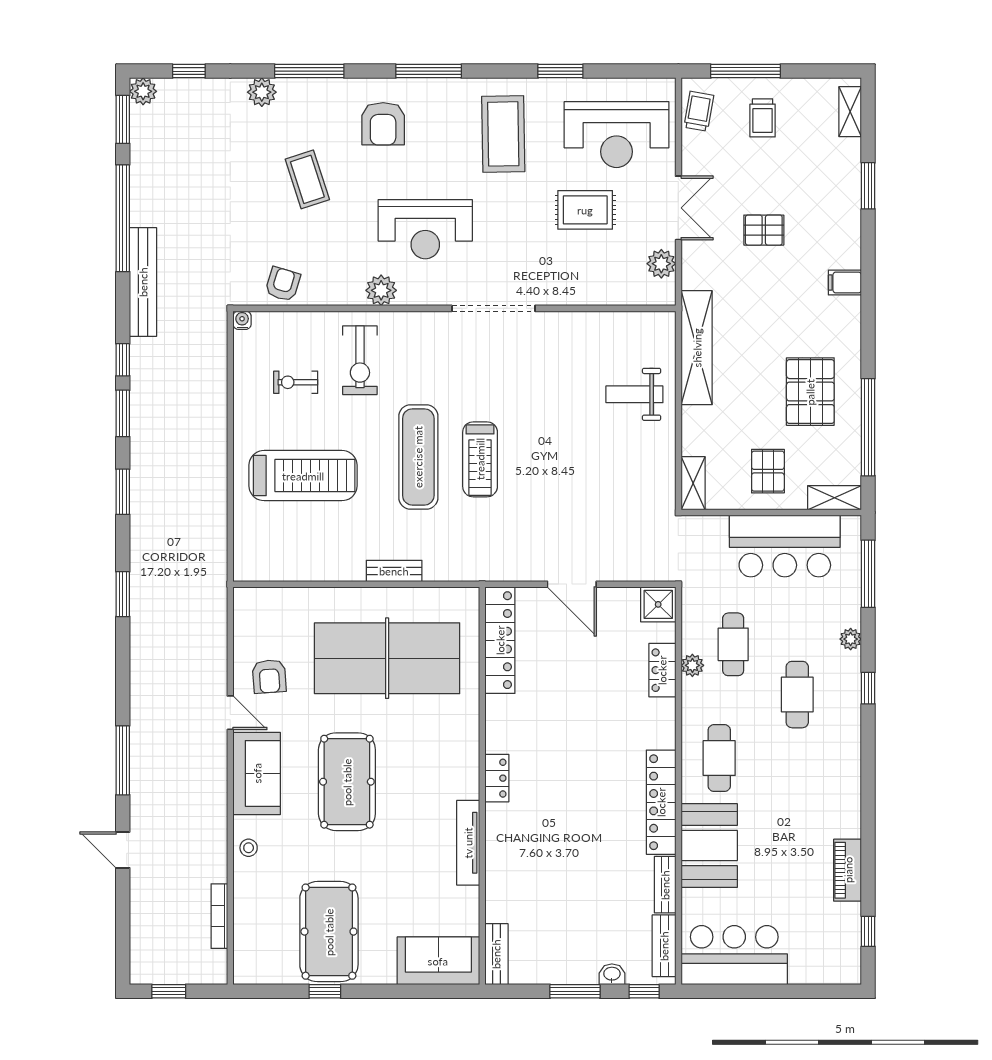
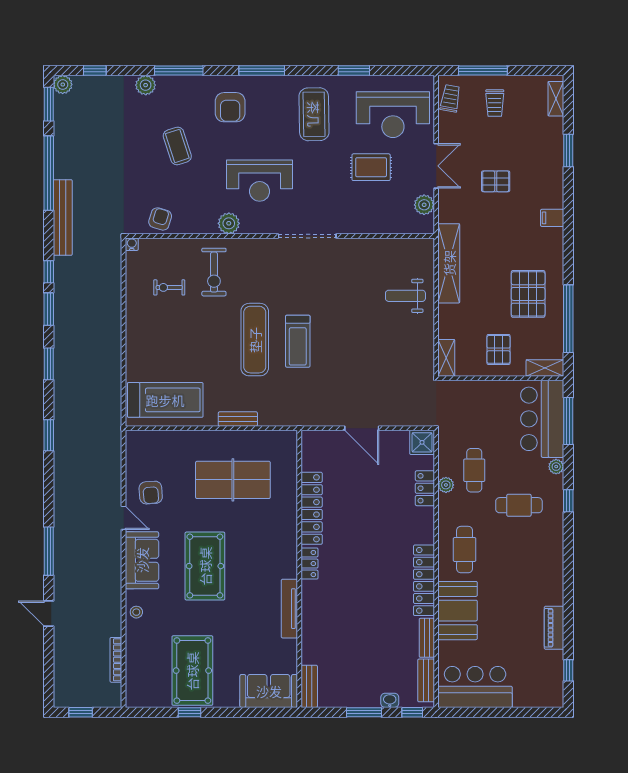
treadmill: (303, 476) -> (165, 400), moved
bar counter: (785, 546) -> (542, 419), moved, turned 90
locker: (500, 640) -> (312, 508), moved
table tennis table: (387, 658) -> (233, 480), width x0.73, depth x0.76
cafe table: (797, 695) -> (519, 505), turned 90

